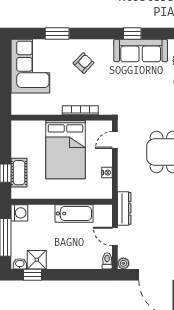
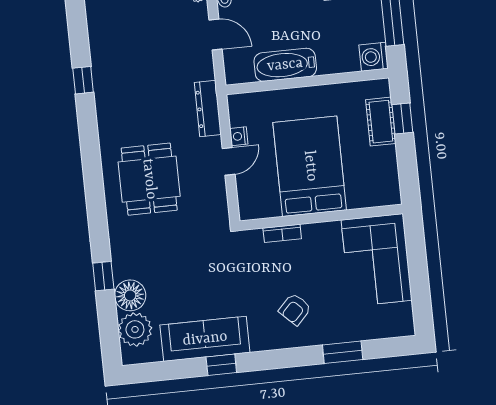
corner sofa: (30, 66) -> (377, 260), moved
bookcase: (80, 110) -> (282, 233), width x0.64
door: (115, 140) -> (229, 161), moved
dresser: (124, 208) -> (208, 109), moved

